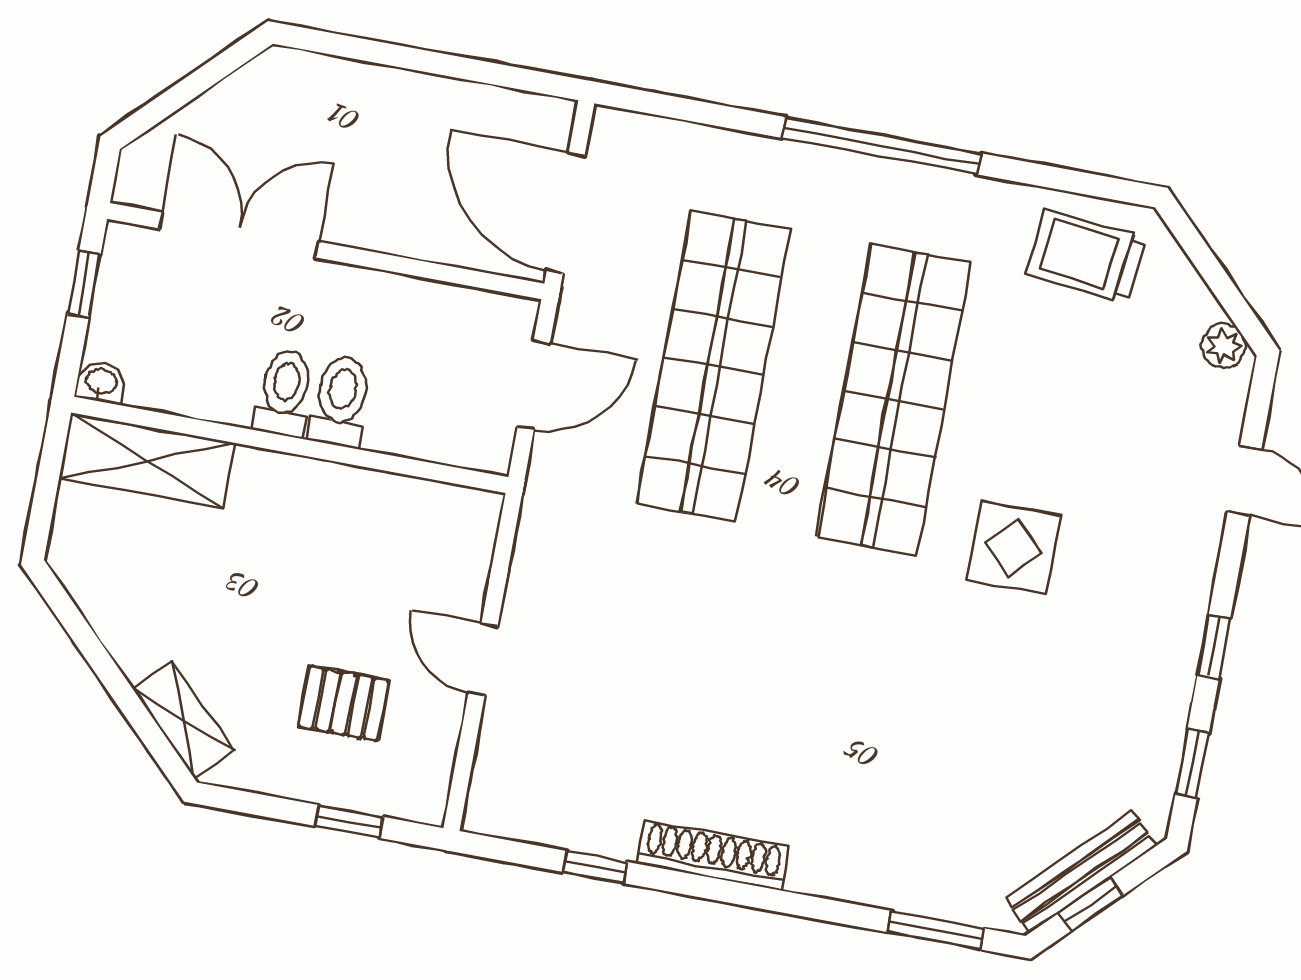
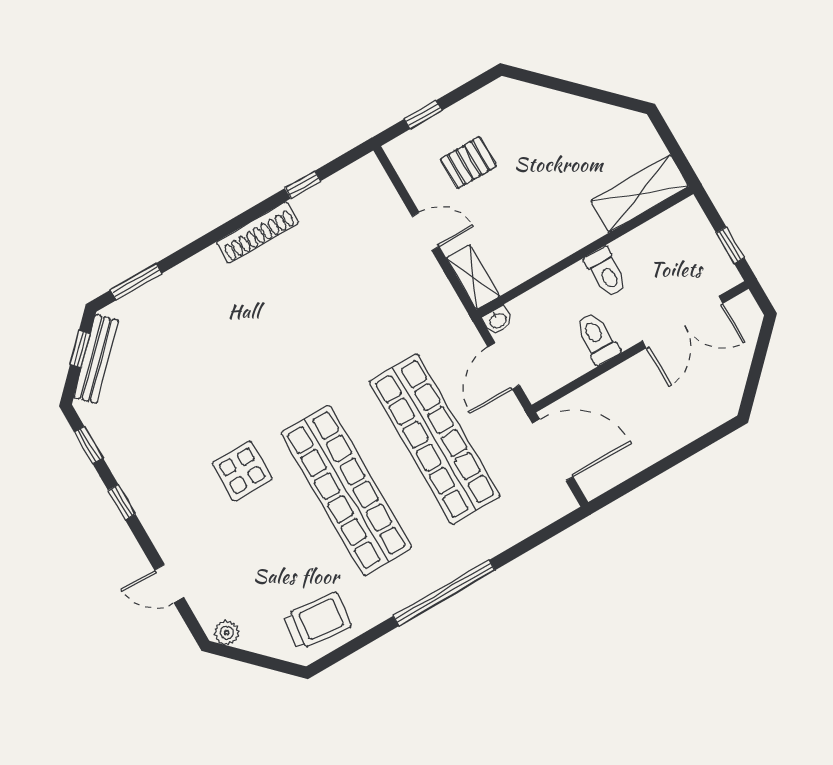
washbasin: (101, 382) -> (498, 320), moved
toilet: (341, 401) -> (597, 338), moved, turned 180
shelving: (183, 720) -> (473, 277), moved, turned 45

